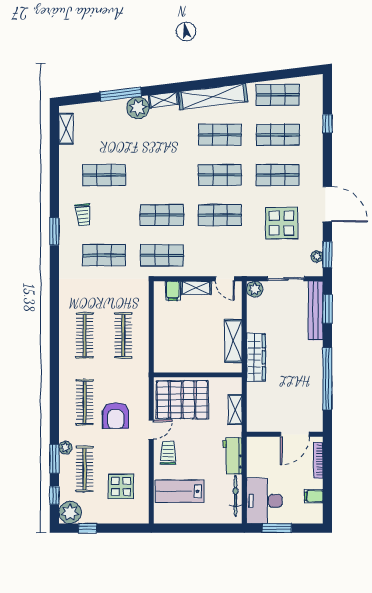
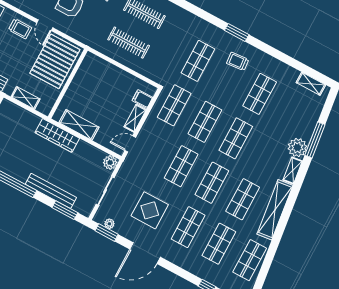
shop shelf: (162, 175) -> (236, 138), added
bench: (315, 311) -> (51, 191), moved

